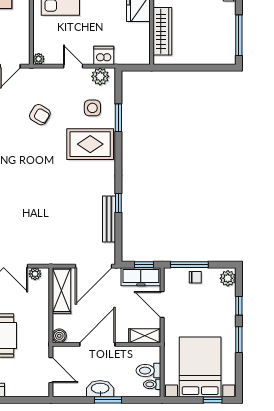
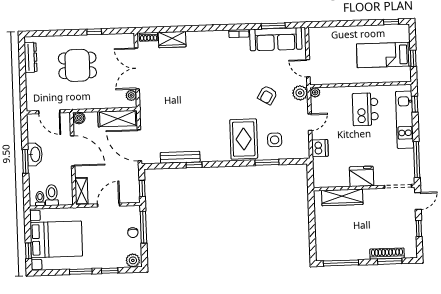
plant: (100, 76) -> (300, 93), moved
freezer: (141, 277) -> (132, 186), removed
door: (51, 370) -> (49, 112), hinge flipped

